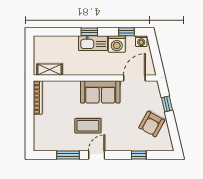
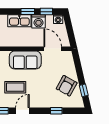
window: (89, 32) -> (28, 12), moved
door: (134, 78) -> (53, 49), hinge flipped
window: (167, 104) -> (84, 90), moved

